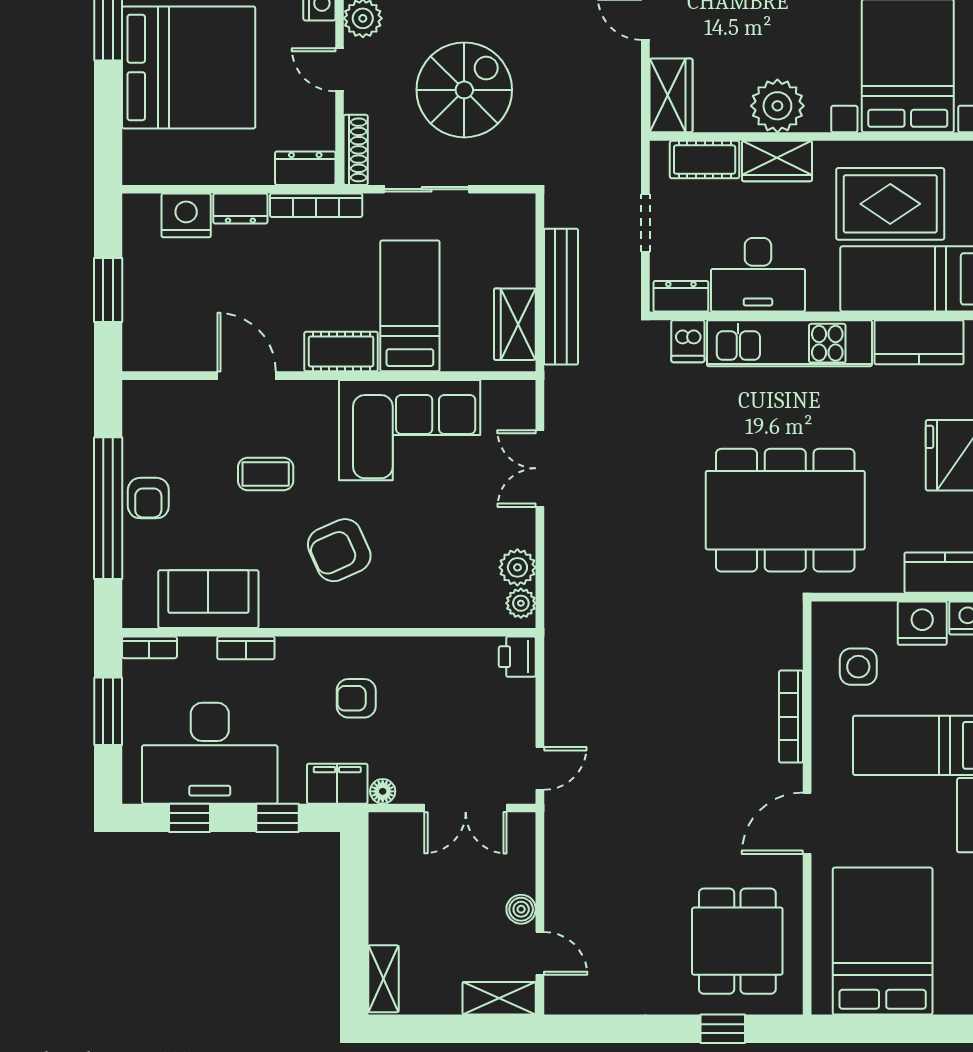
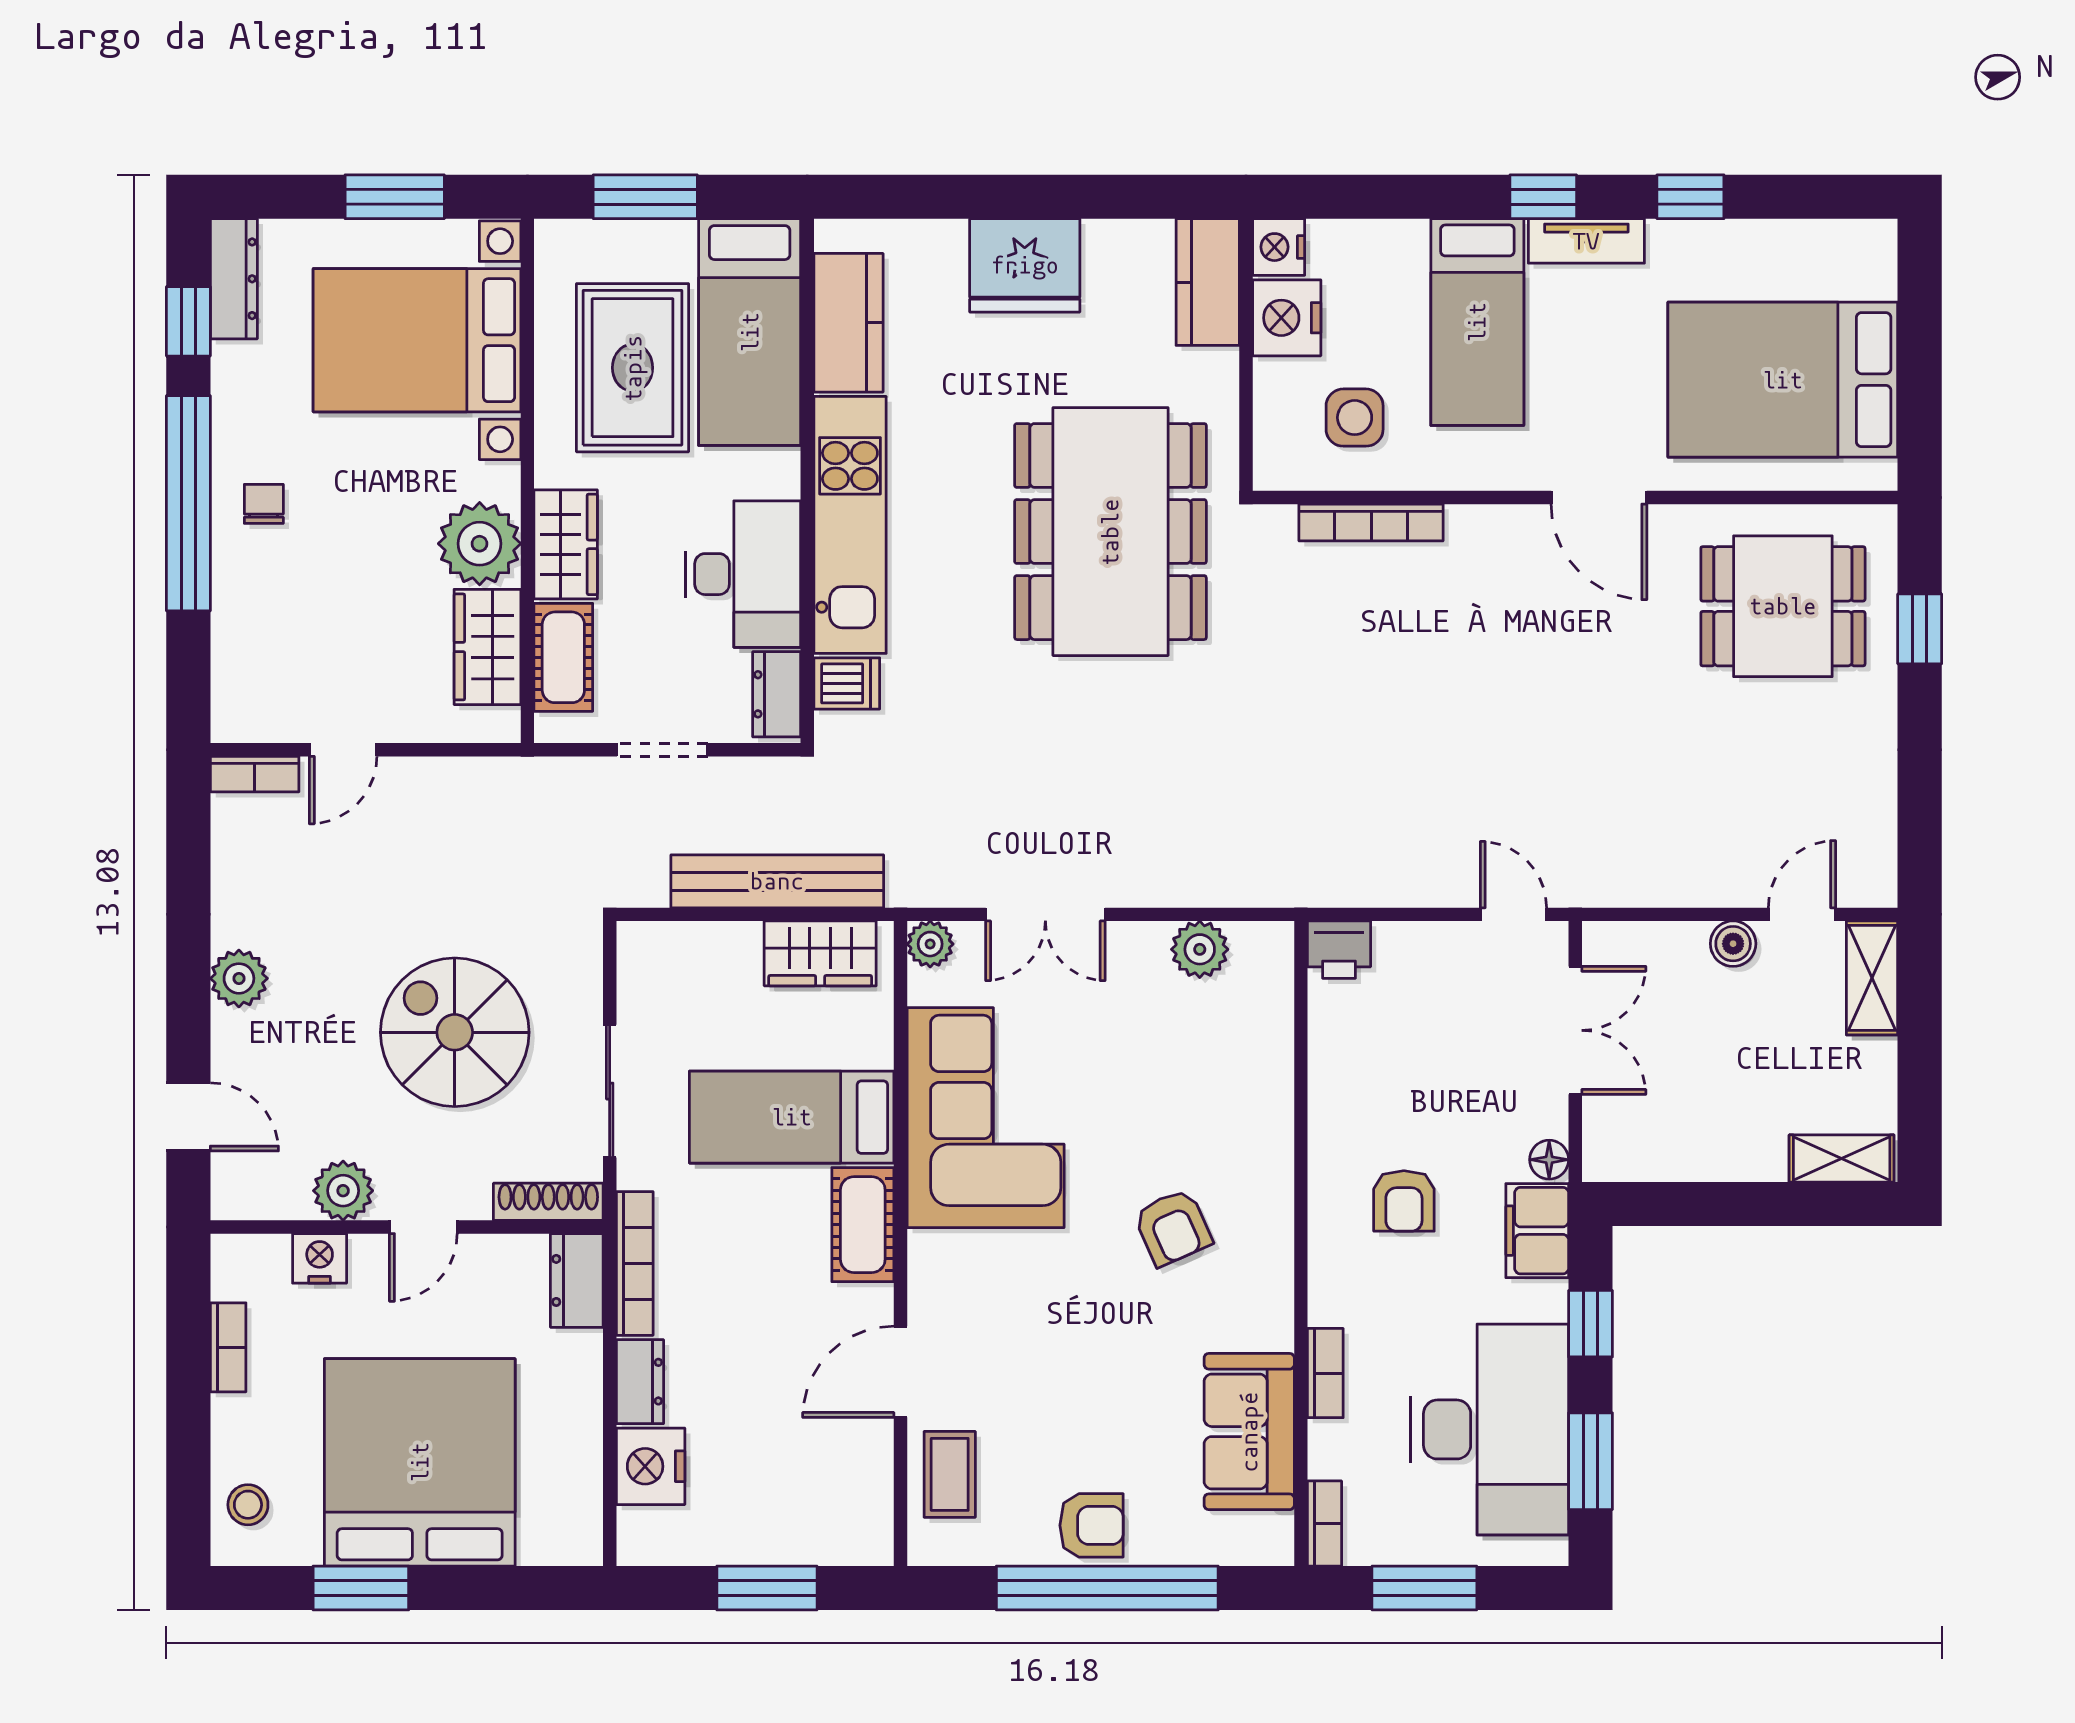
wardrobe: (671, 95) -> (487, 647), moved, turned -90
coffee table: (266, 474) -> (950, 1474), moved
armchair: (339, 550) -> (1173, 1227), width x0.72, depth x0.72
plant: (521, 603) -> (930, 944), moved
bookcase: (791, 717) -> (1371, 522), moved
window: (189, 818) -> (1591, 1461), width x1.50

